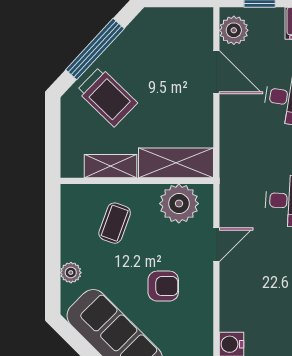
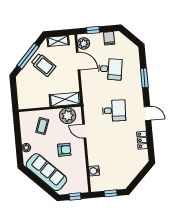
trolley: (107, 97) -> (44, 65), moved
shelving: (111, 166) -> (58, 41), moved
door: (216, 245) -> (84, 131), swing flipped

